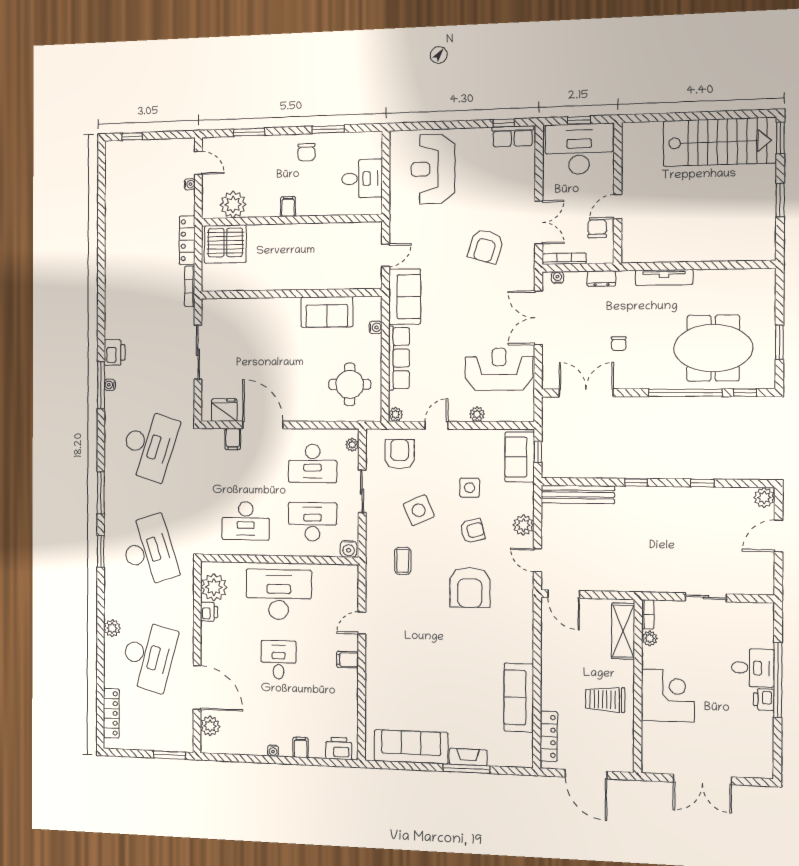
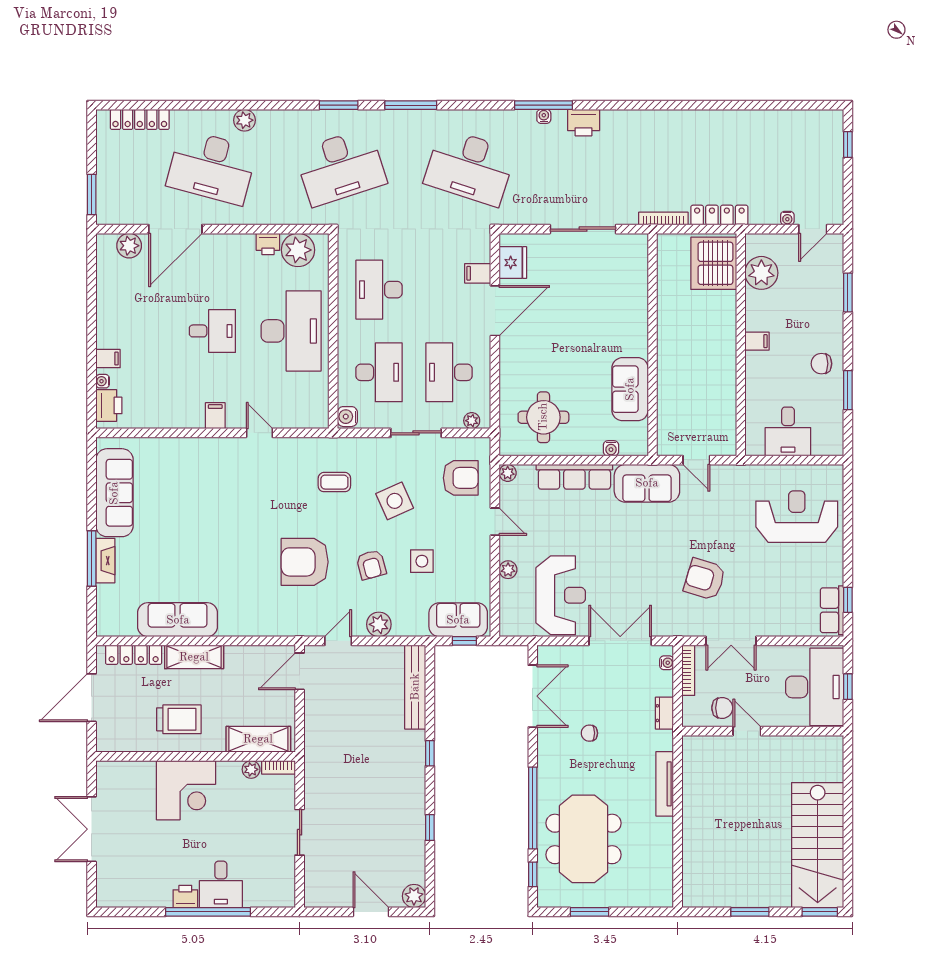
shelving: (551, 684) -> (194, 657), added
trolley: (605, 699) -> (179, 719), turned 90
water cooler: (273, 751) -> (103, 381), moved

